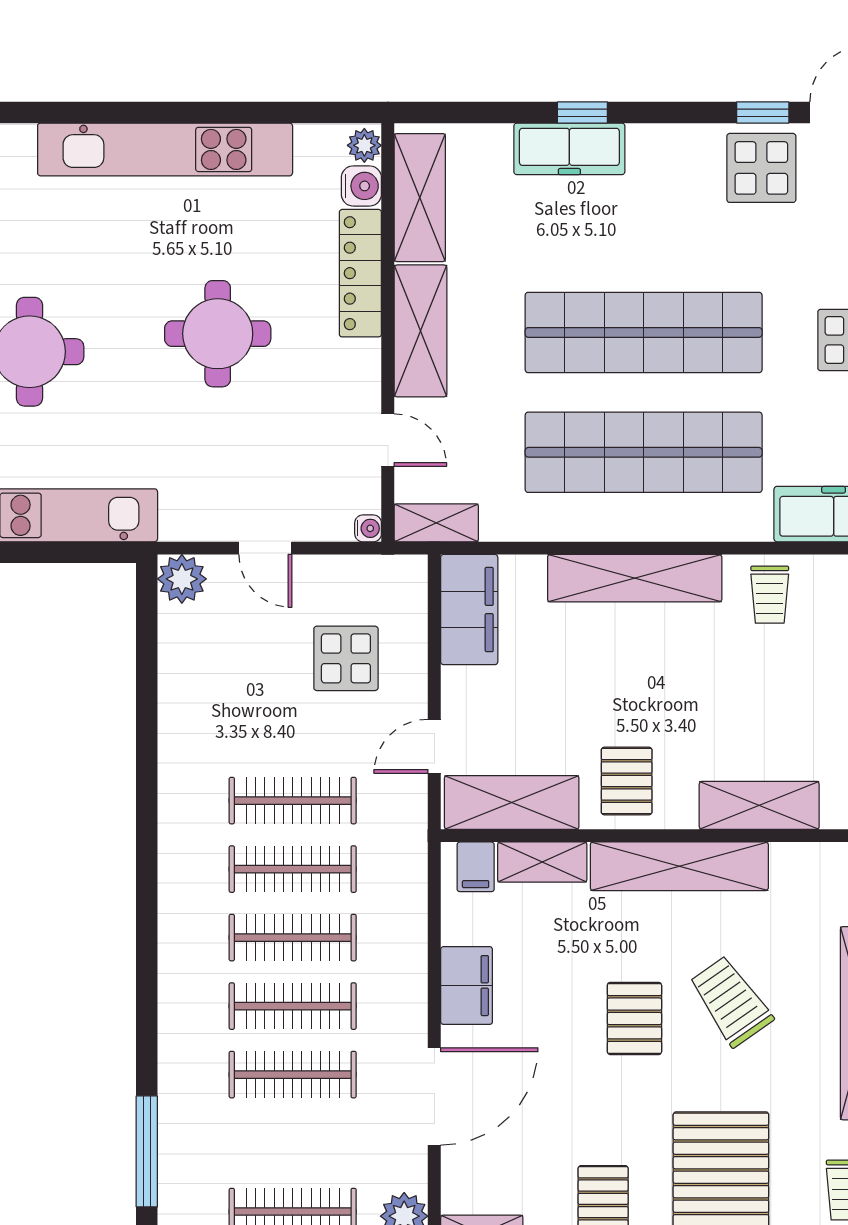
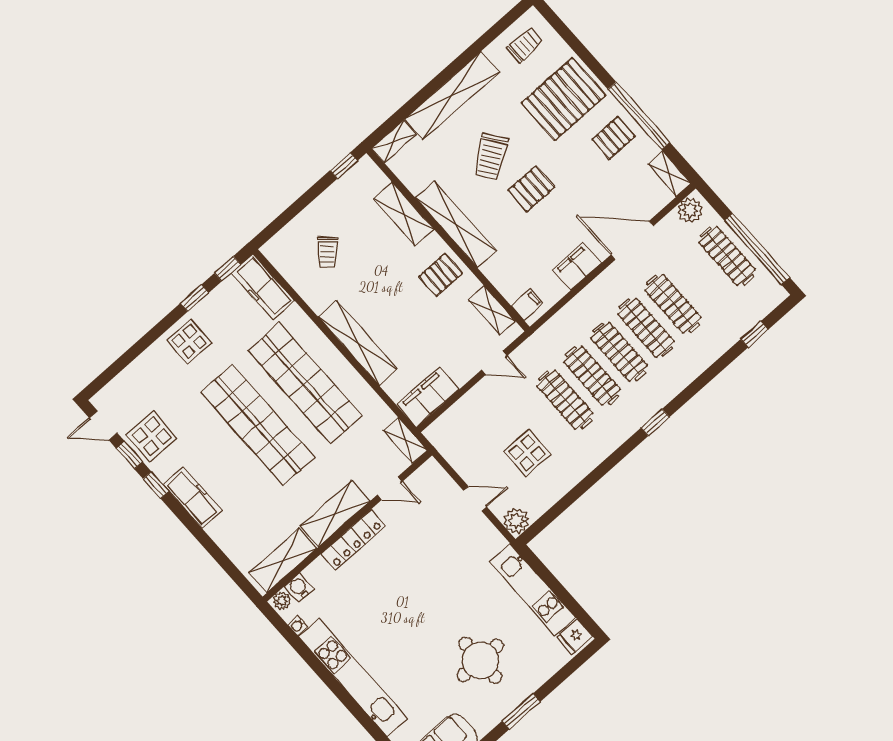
window: (582, 113) -> (156, 485), moved
freezer: (569, 149) -> (193, 498), moved
locker: (360, 273) -> (353, 540), moved
round table: (218, 334) -> (407, 593), removed
door: (388, 440) -> (390, 488), swing flipped
water cooler: (368, 528) -> (298, 625), moved, turned -90
door: (265, 548) -> (475, 499), hinge flipped
trolley: (770, 595) -> (327, 252), moved, turned 133
display table: (346, 658) -> (527, 453), moved
shelving: (512, 802) -> (492, 310), width x0.67, depth x0.75
shelving: (542, 862) -> (502, 280), removed
window: (147, 900) -> (655, 422), added
window: (147, 1151) -> (754, 334), width x0.46

